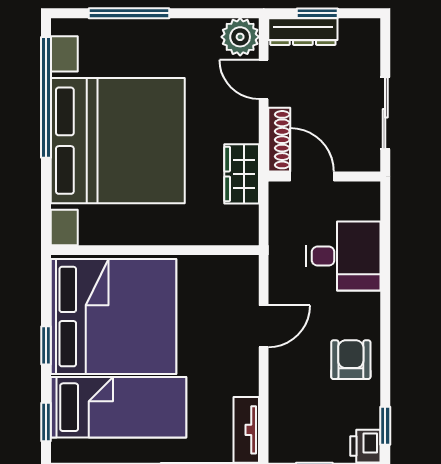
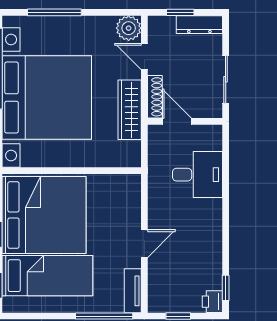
dresser: (303, 32) -> (199, 25), moved
wardrobe: (242, 174) -> (130, 110), width x1.50
door: (264, 326) -> (144, 244), moved
armchair: (351, 360) -> (203, 244), removed

